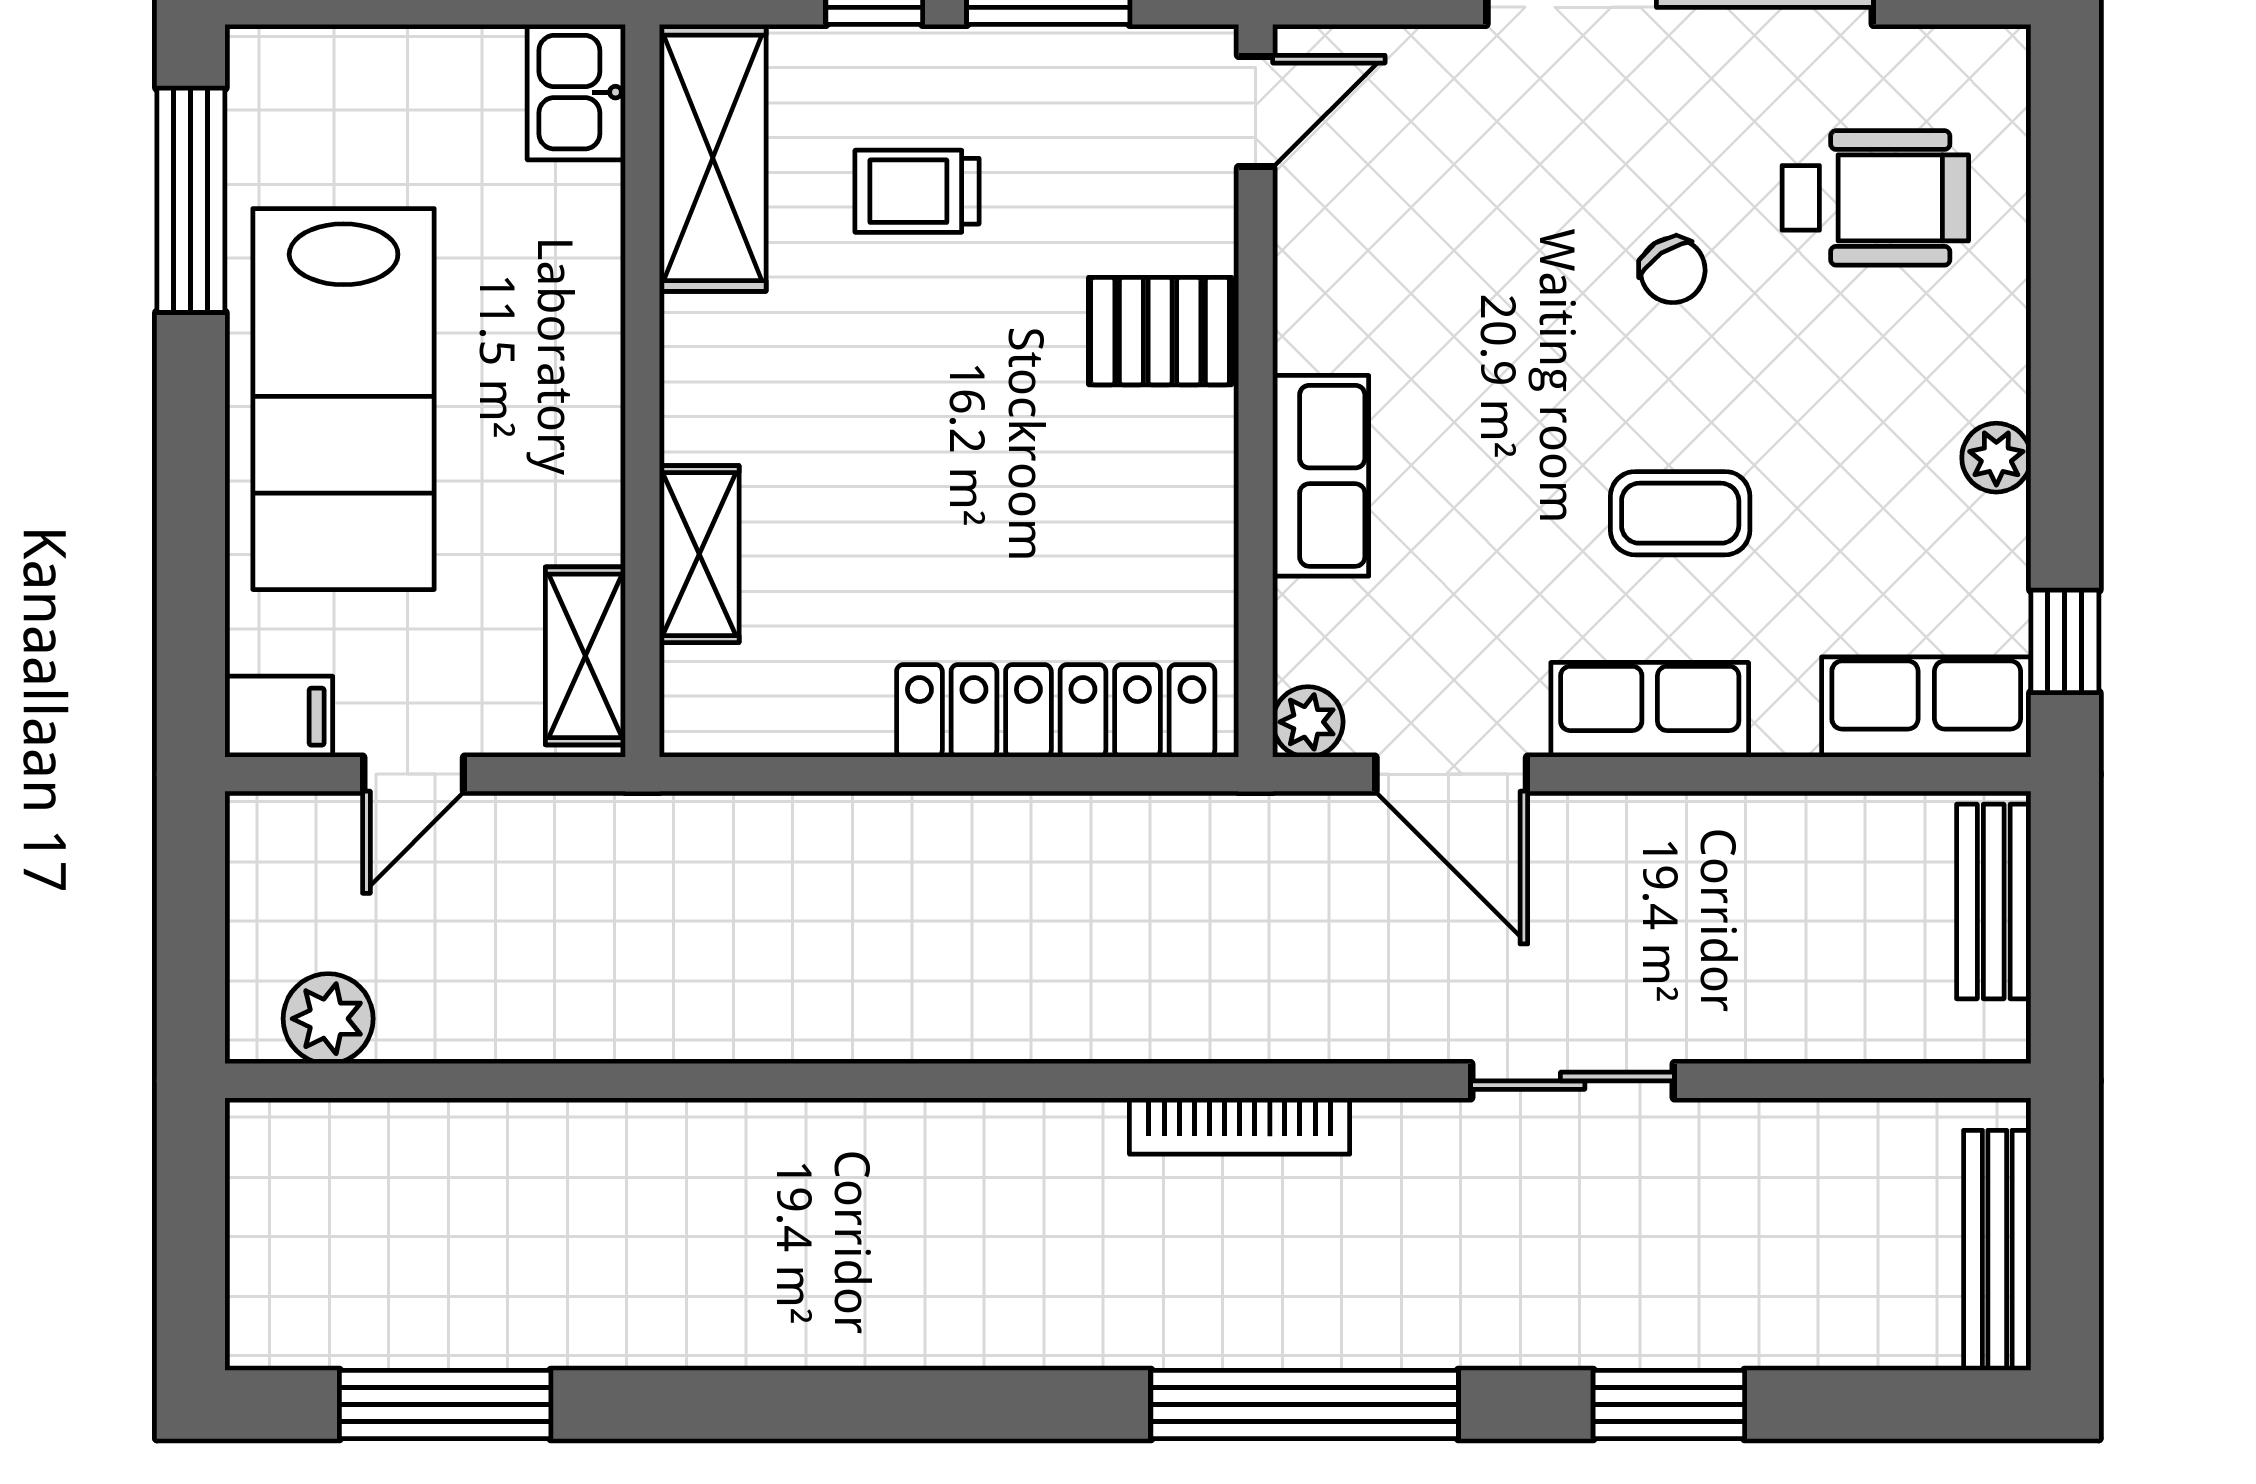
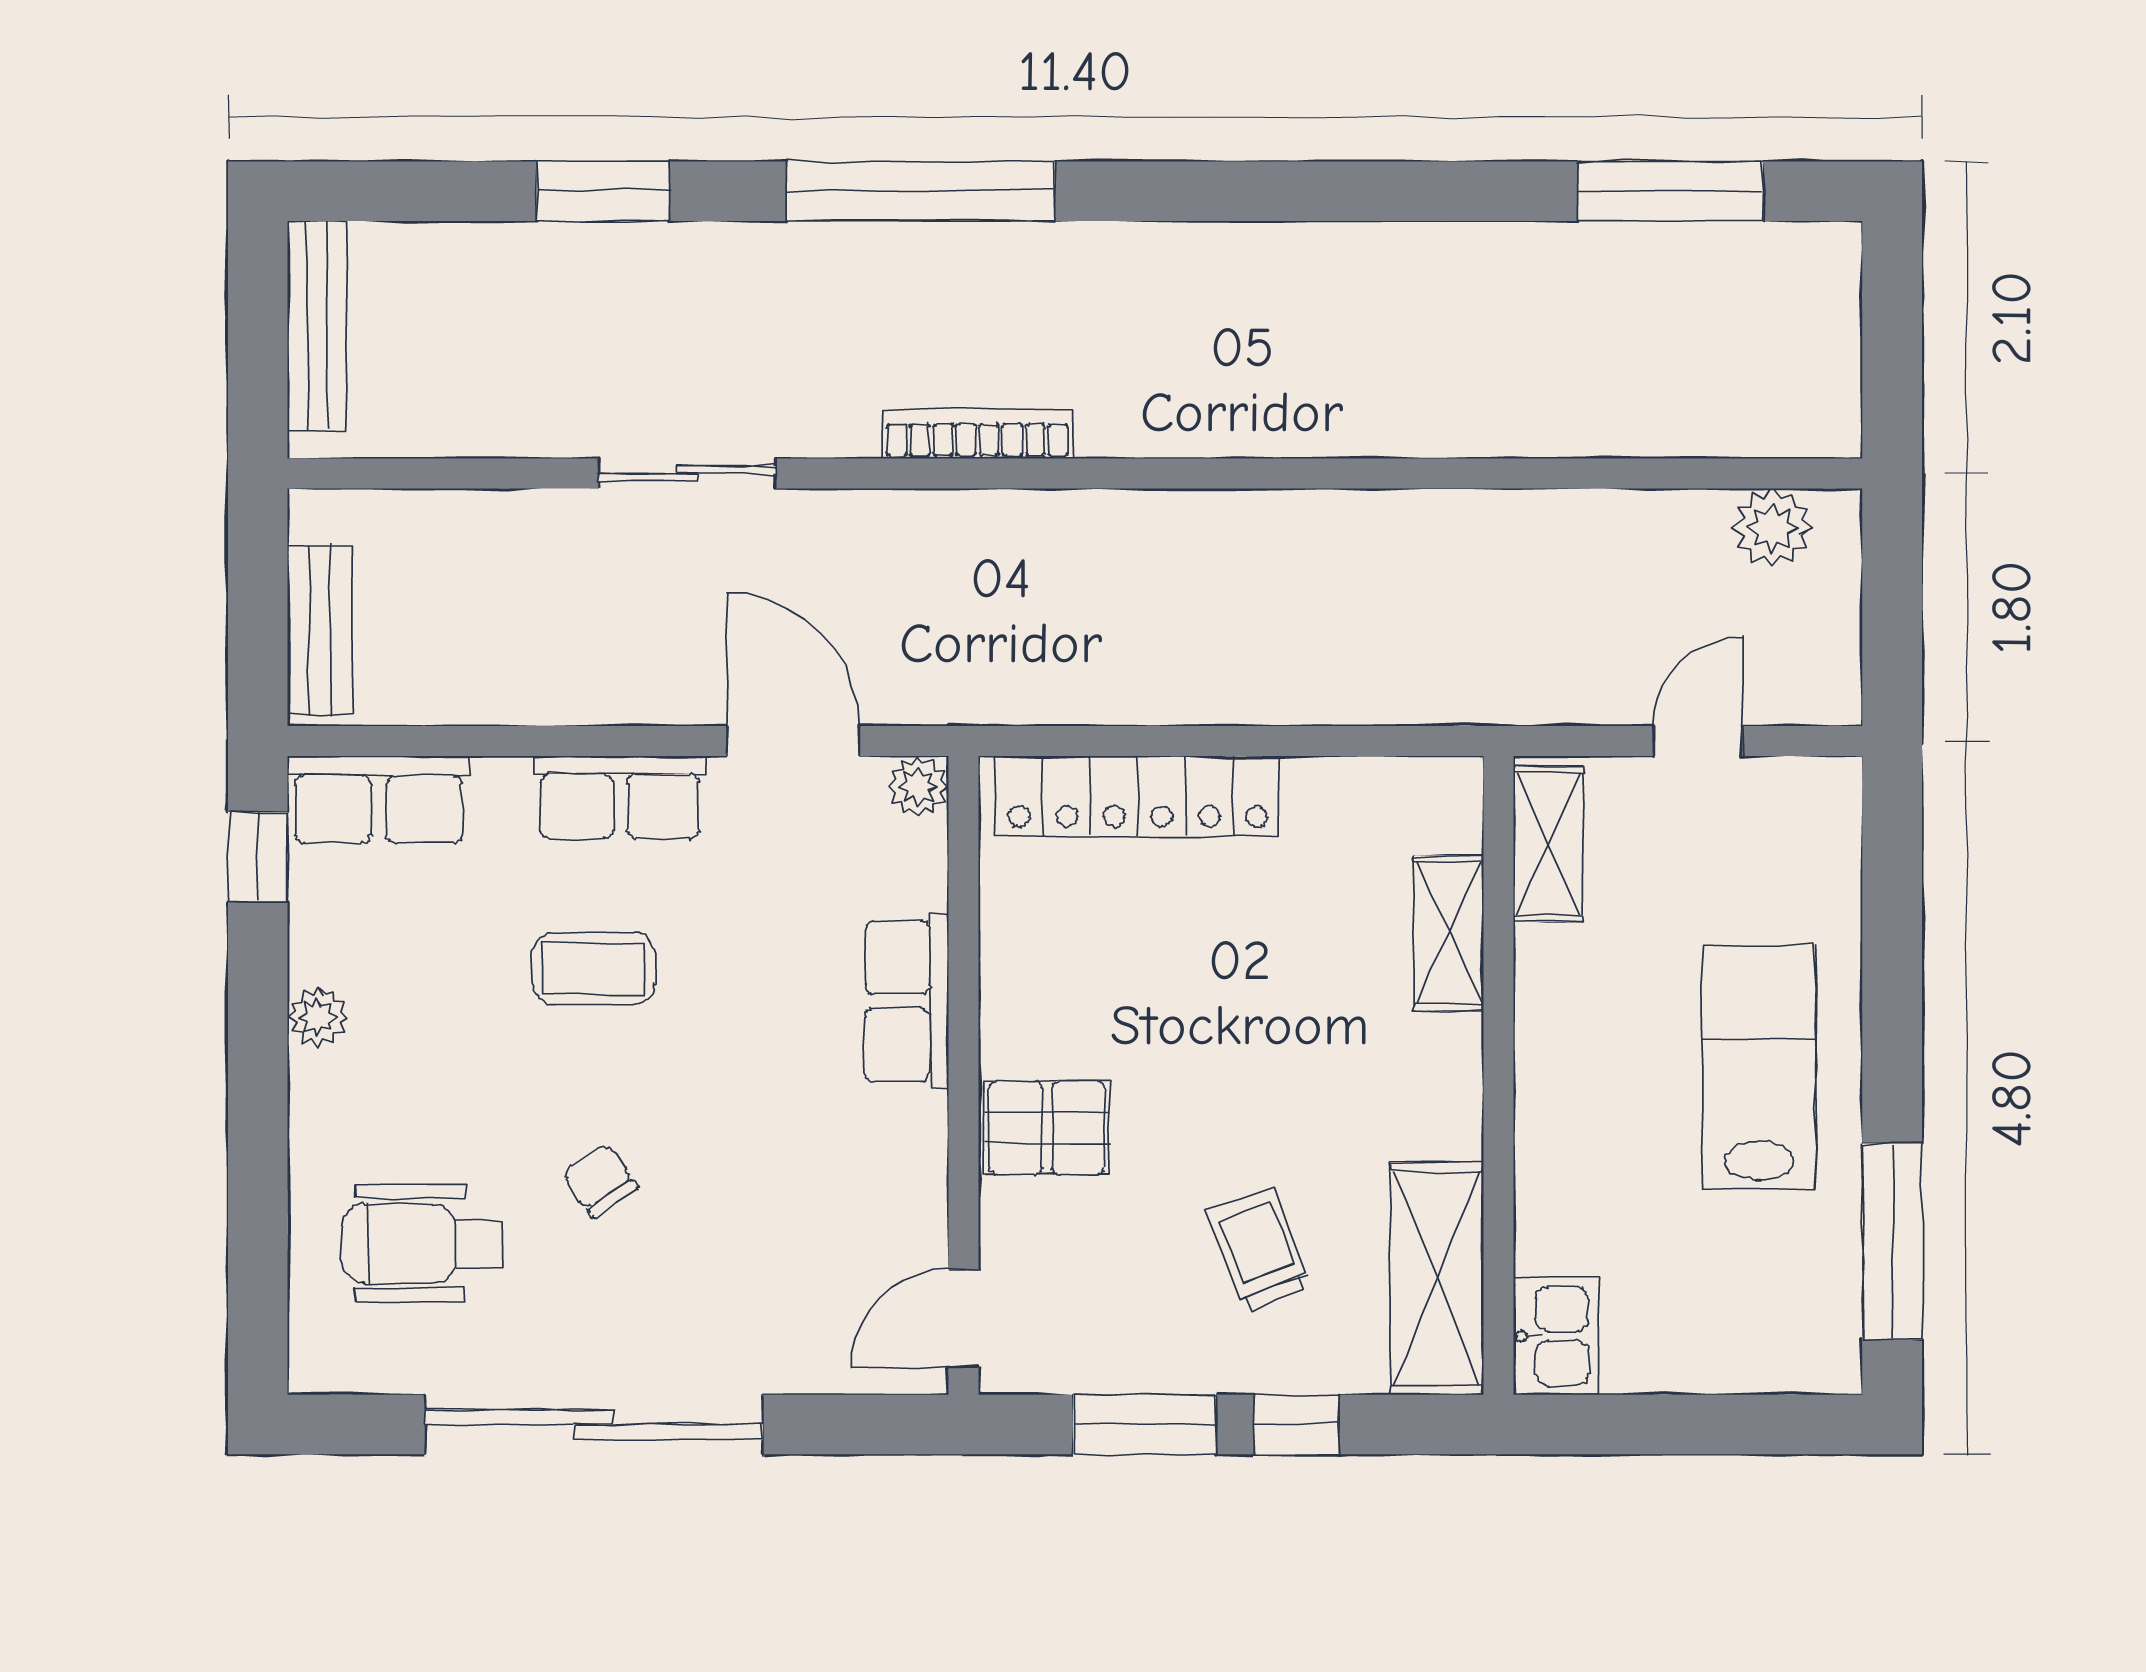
trolley: (917, 191) -> (1259, 1249), turned -111
lab bench: (344, 399) -> (1759, 1068), width x0.73, depth x0.72
filing cabinet: (279, 717) -> (1815, 791), removed

